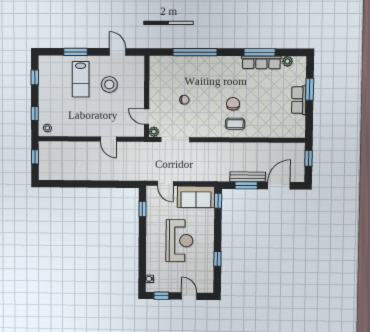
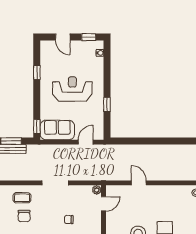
door: (147, 117) -> (104, 204), hinge flipped
doorway: (175, 140) -> (55, 183), moved
door: (165, 183) -> (86, 142), hinge flipped
window: (142, 209) -> (107, 105), moved
reception desk: (179, 241) -> (72, 89), turned 90

